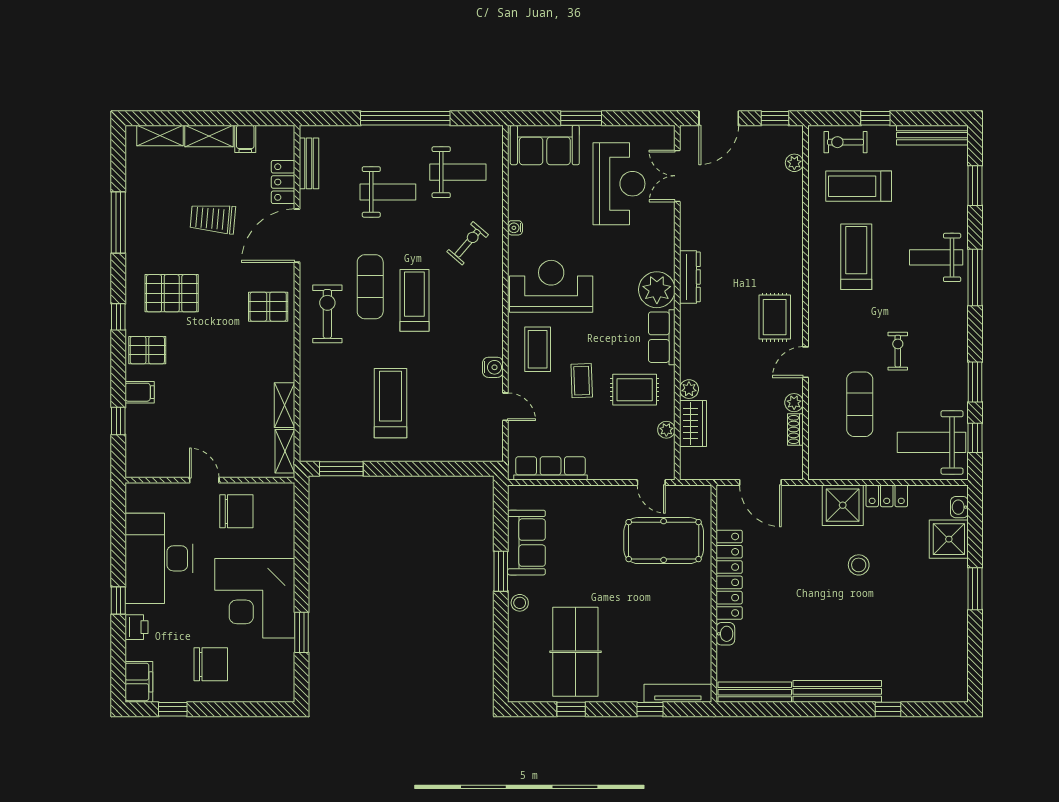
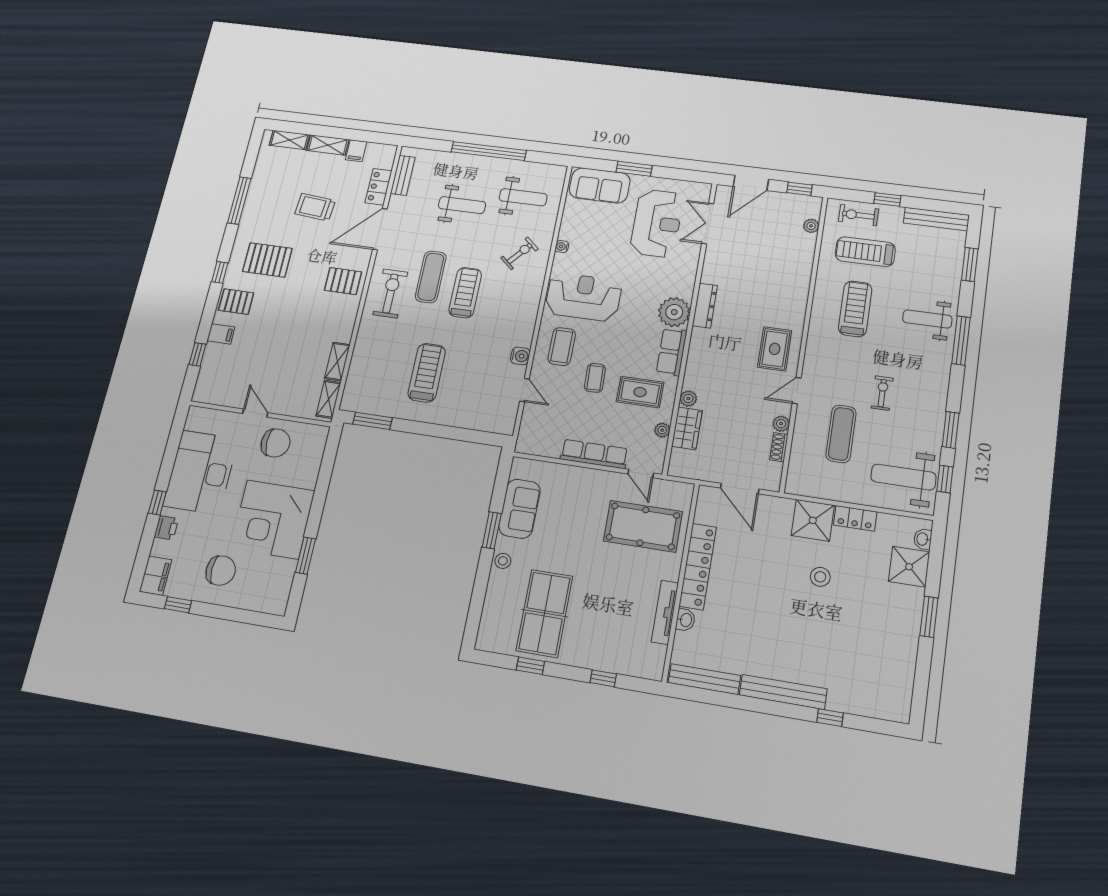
row of seats: (551, 468) -> (594, 454), moved
tv unit: (678, 693) -> (665, 612), moved, turned -90

